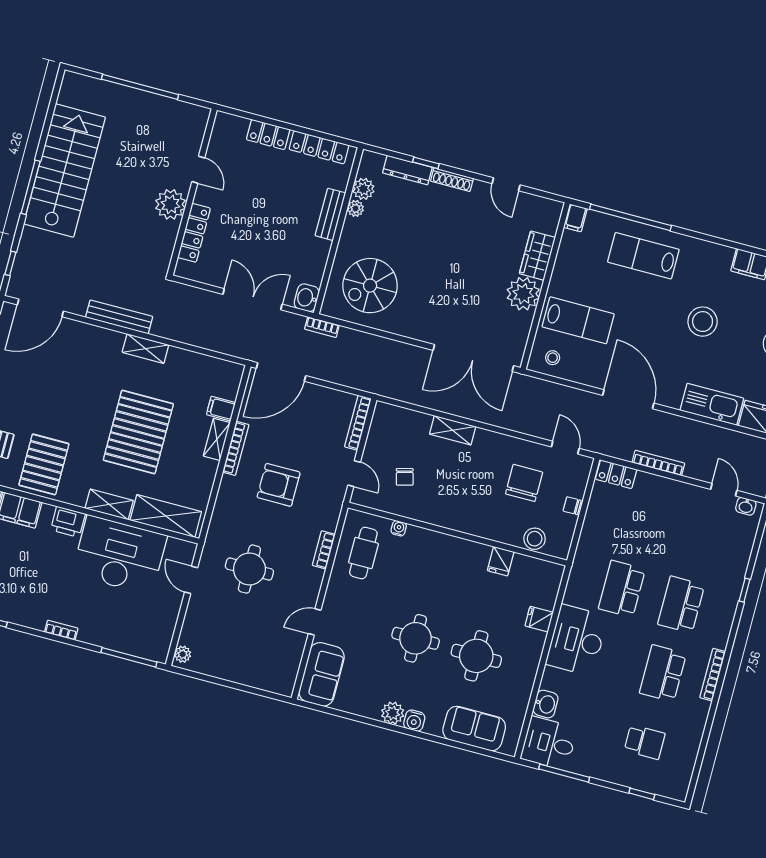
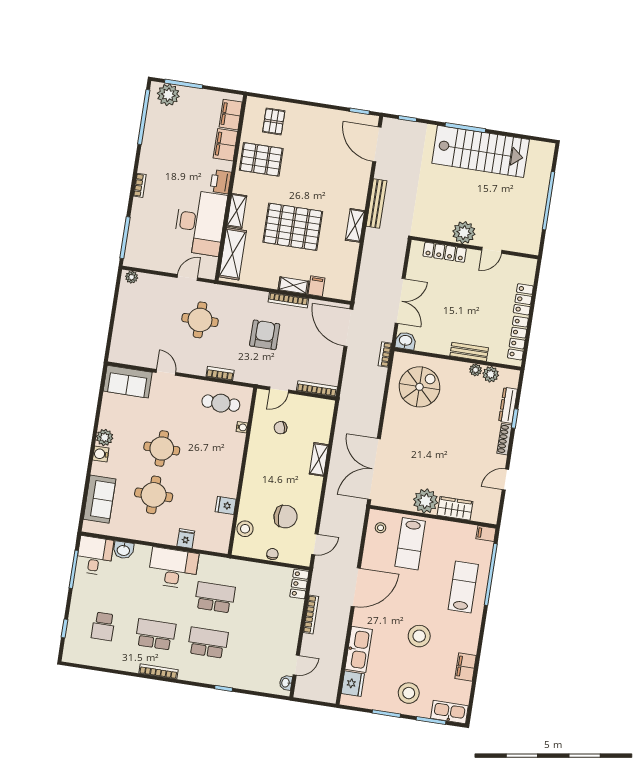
spiral stairs: (370, 286) -> (420, 387), turned 90

